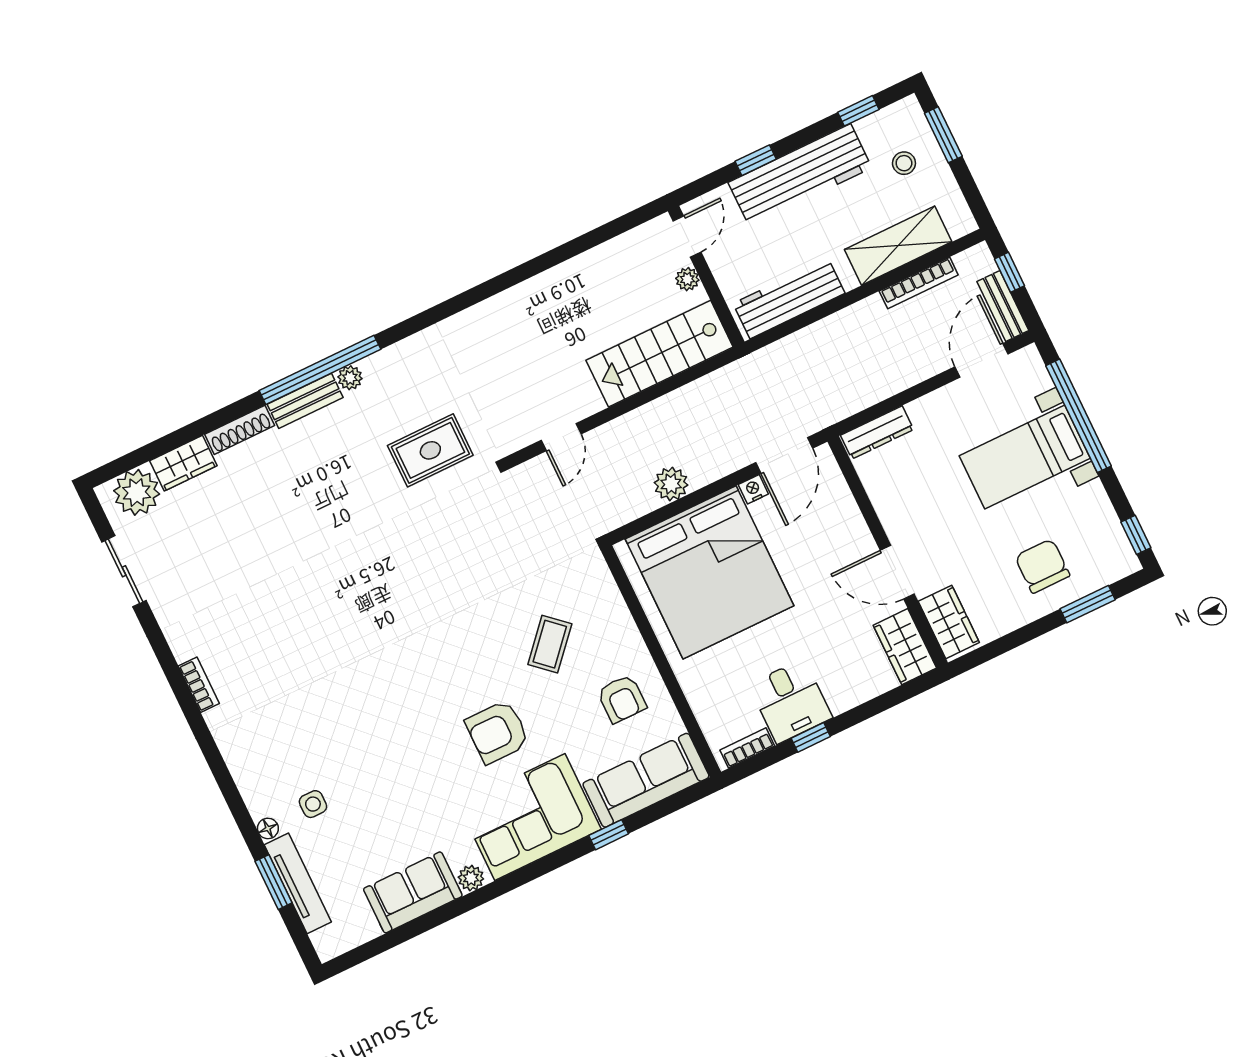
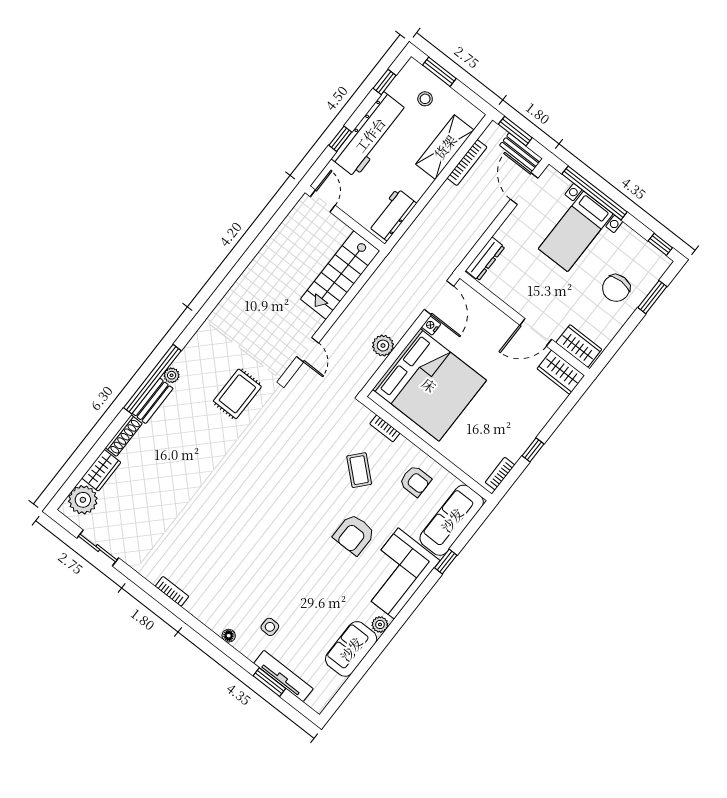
window: (1009, 272) -> (515, 131), width x1.50
plant: (687, 279) -> (335, 225), removed
workbench: (789, 298) -> (392, 215), width x0.73
chair: (1042, 566) -> (616, 288), turned -90
bookcase: (616, 603) -> (385, 428), added
desk: (790, 701) -> (511, 435), removed
floor lamp: (268, 828) -> (229, 636), moved

